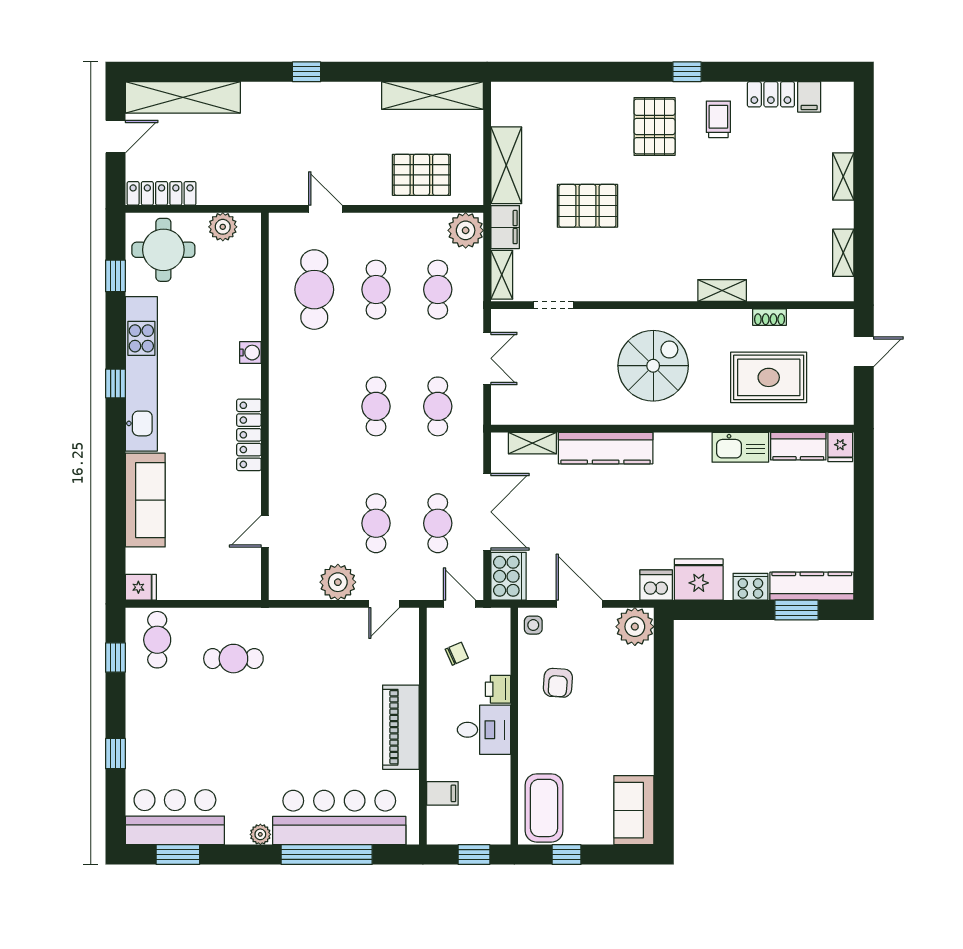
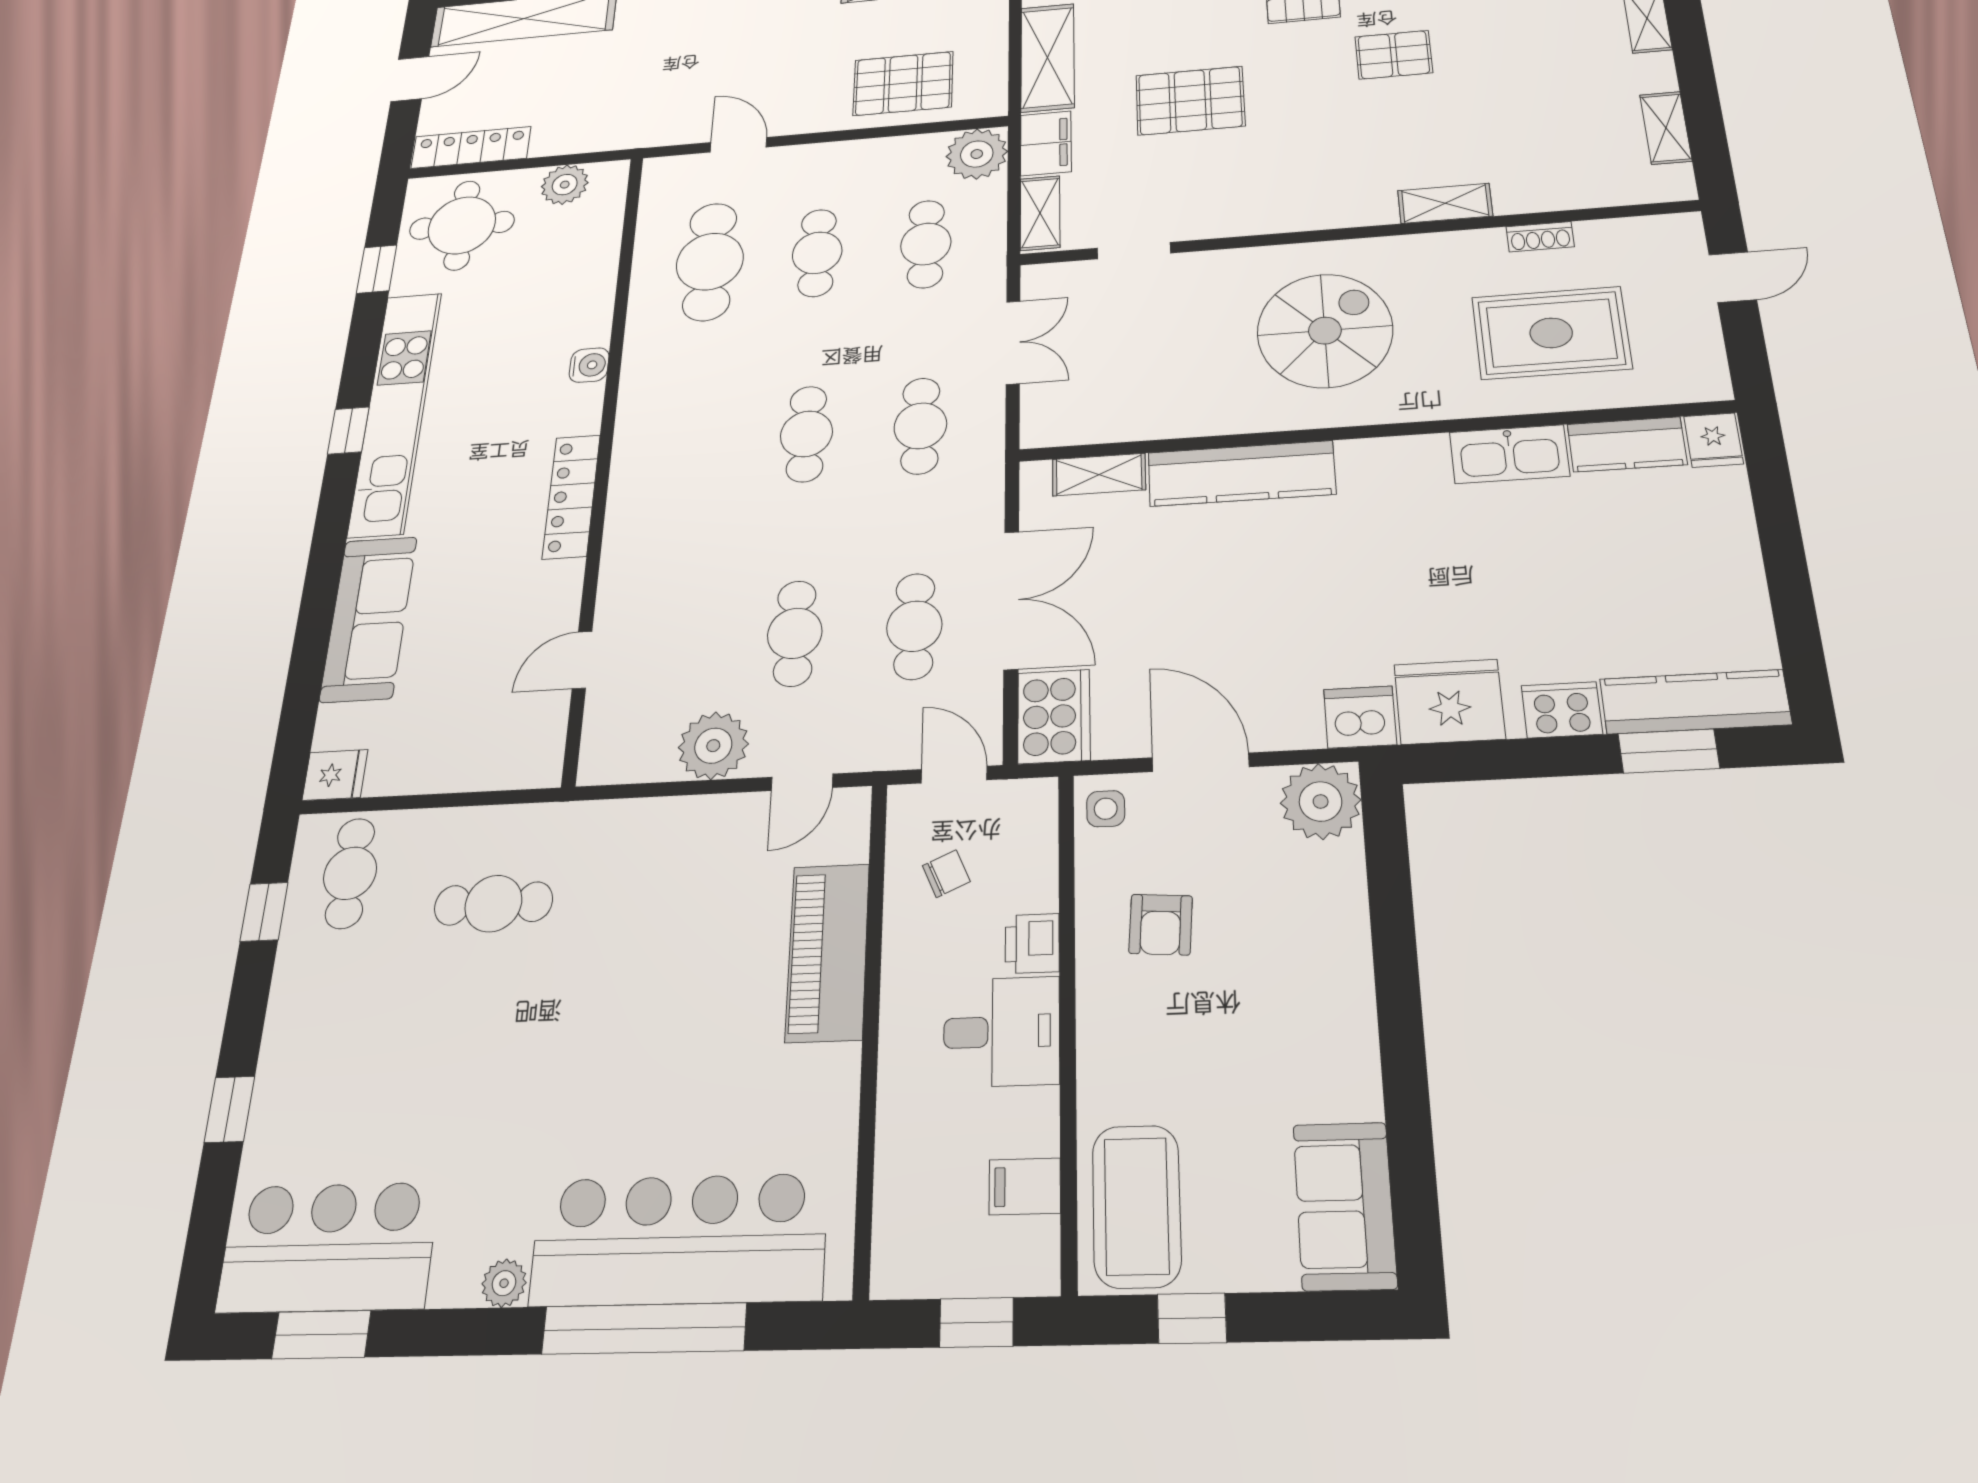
pallet: (703, 186) -> (1394, 55), added
piano: (401, 727) -> (828, 952), moved
filing cabinet: (442, 793) -> (1025, 1186), moved, turned 180

